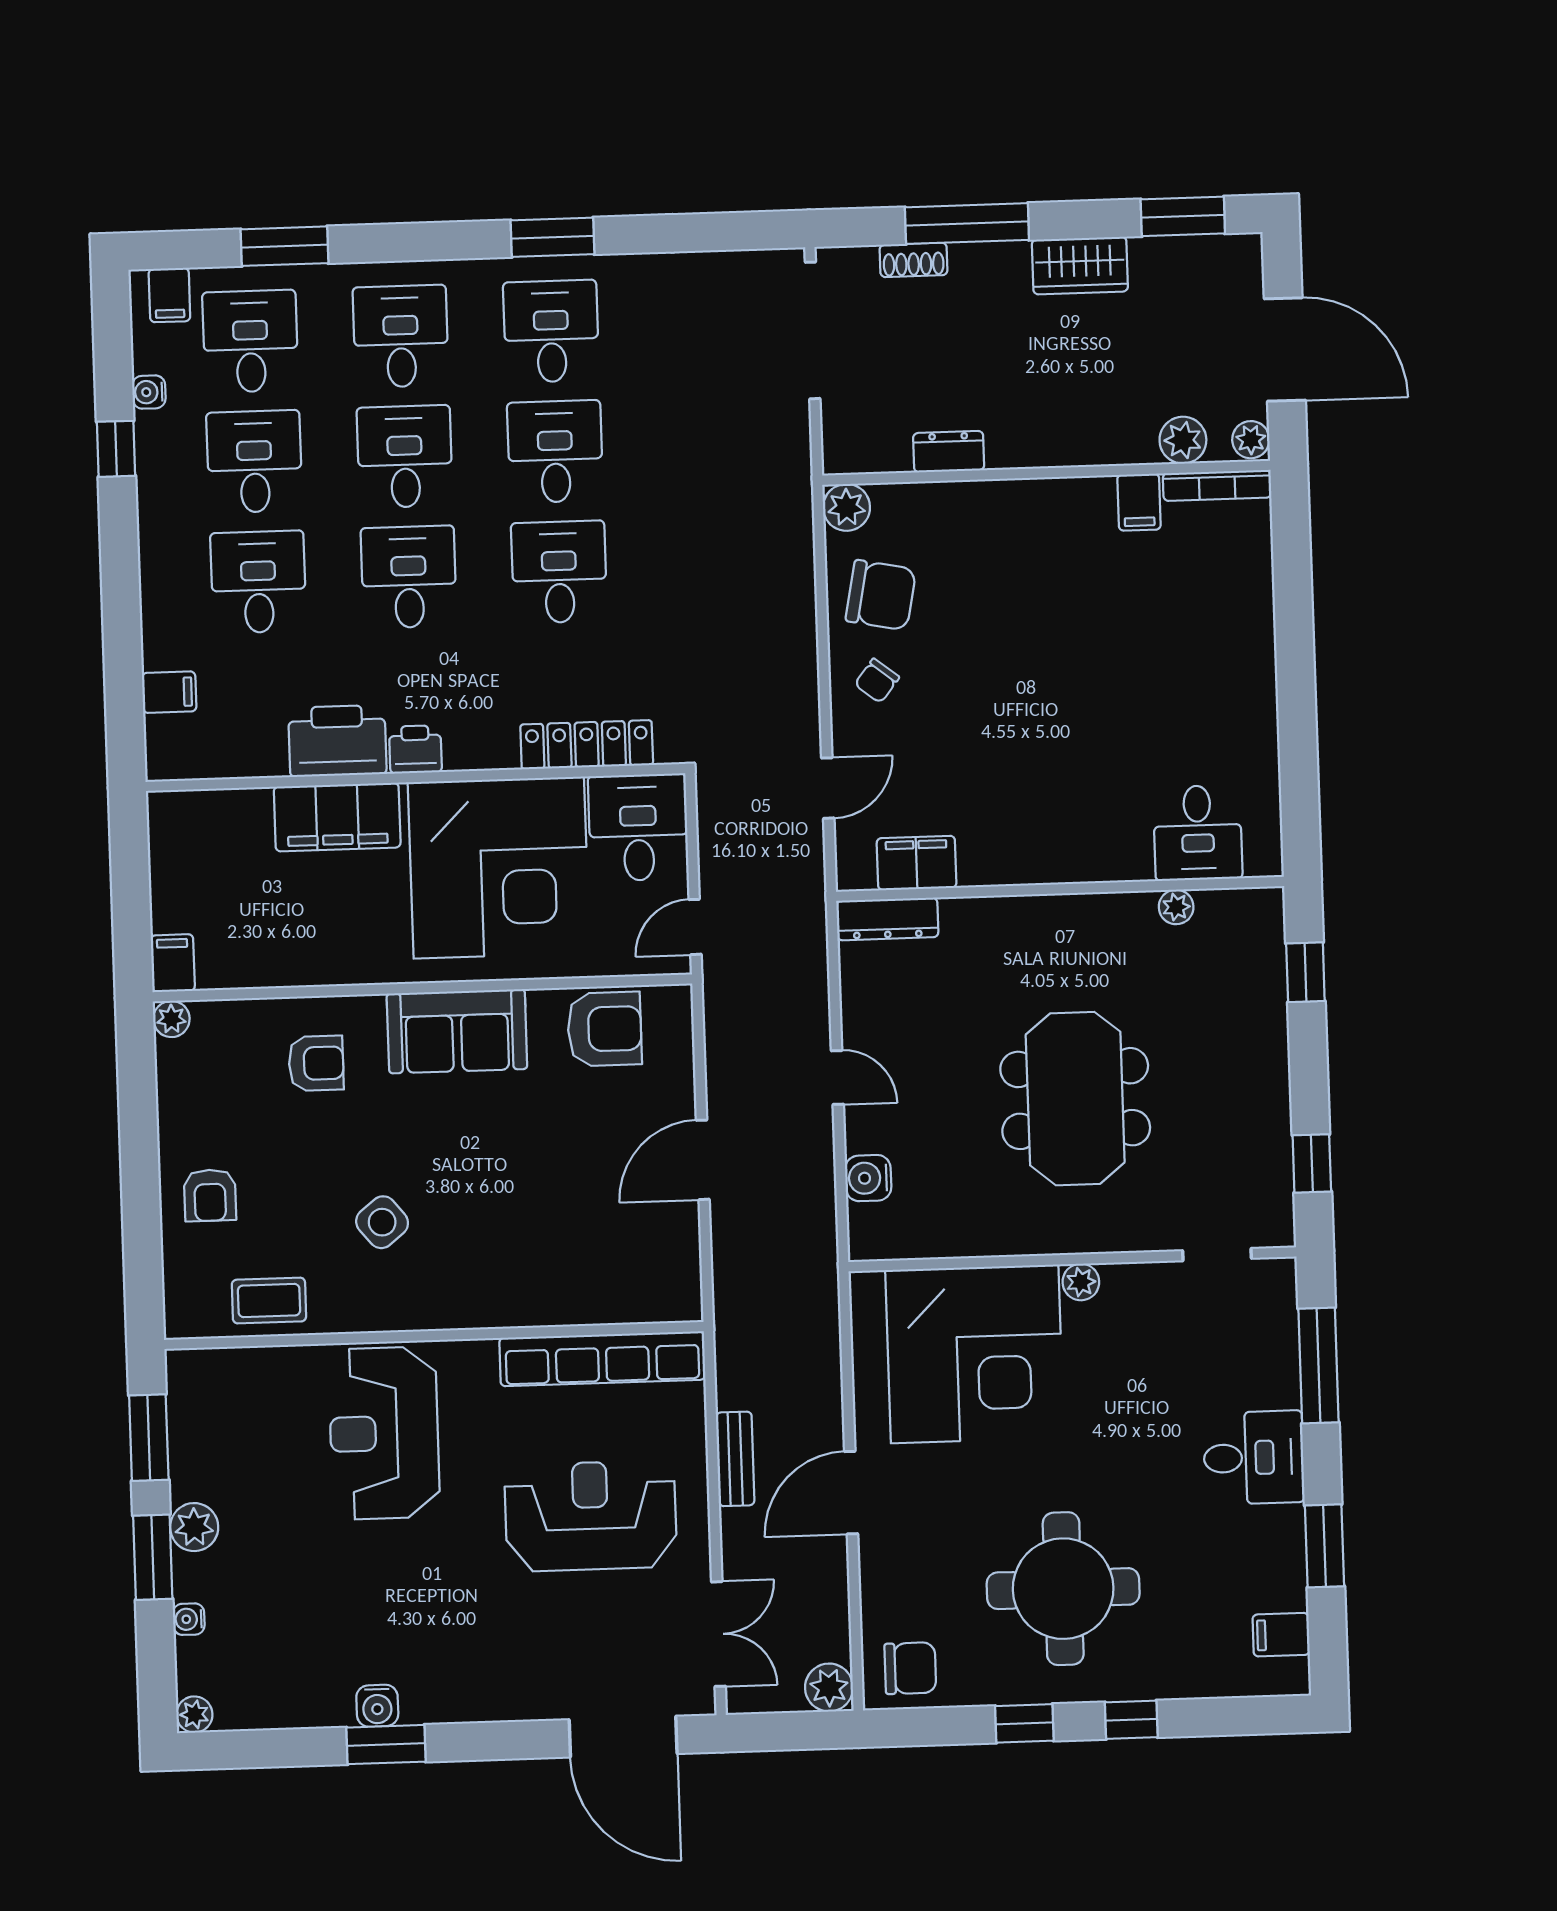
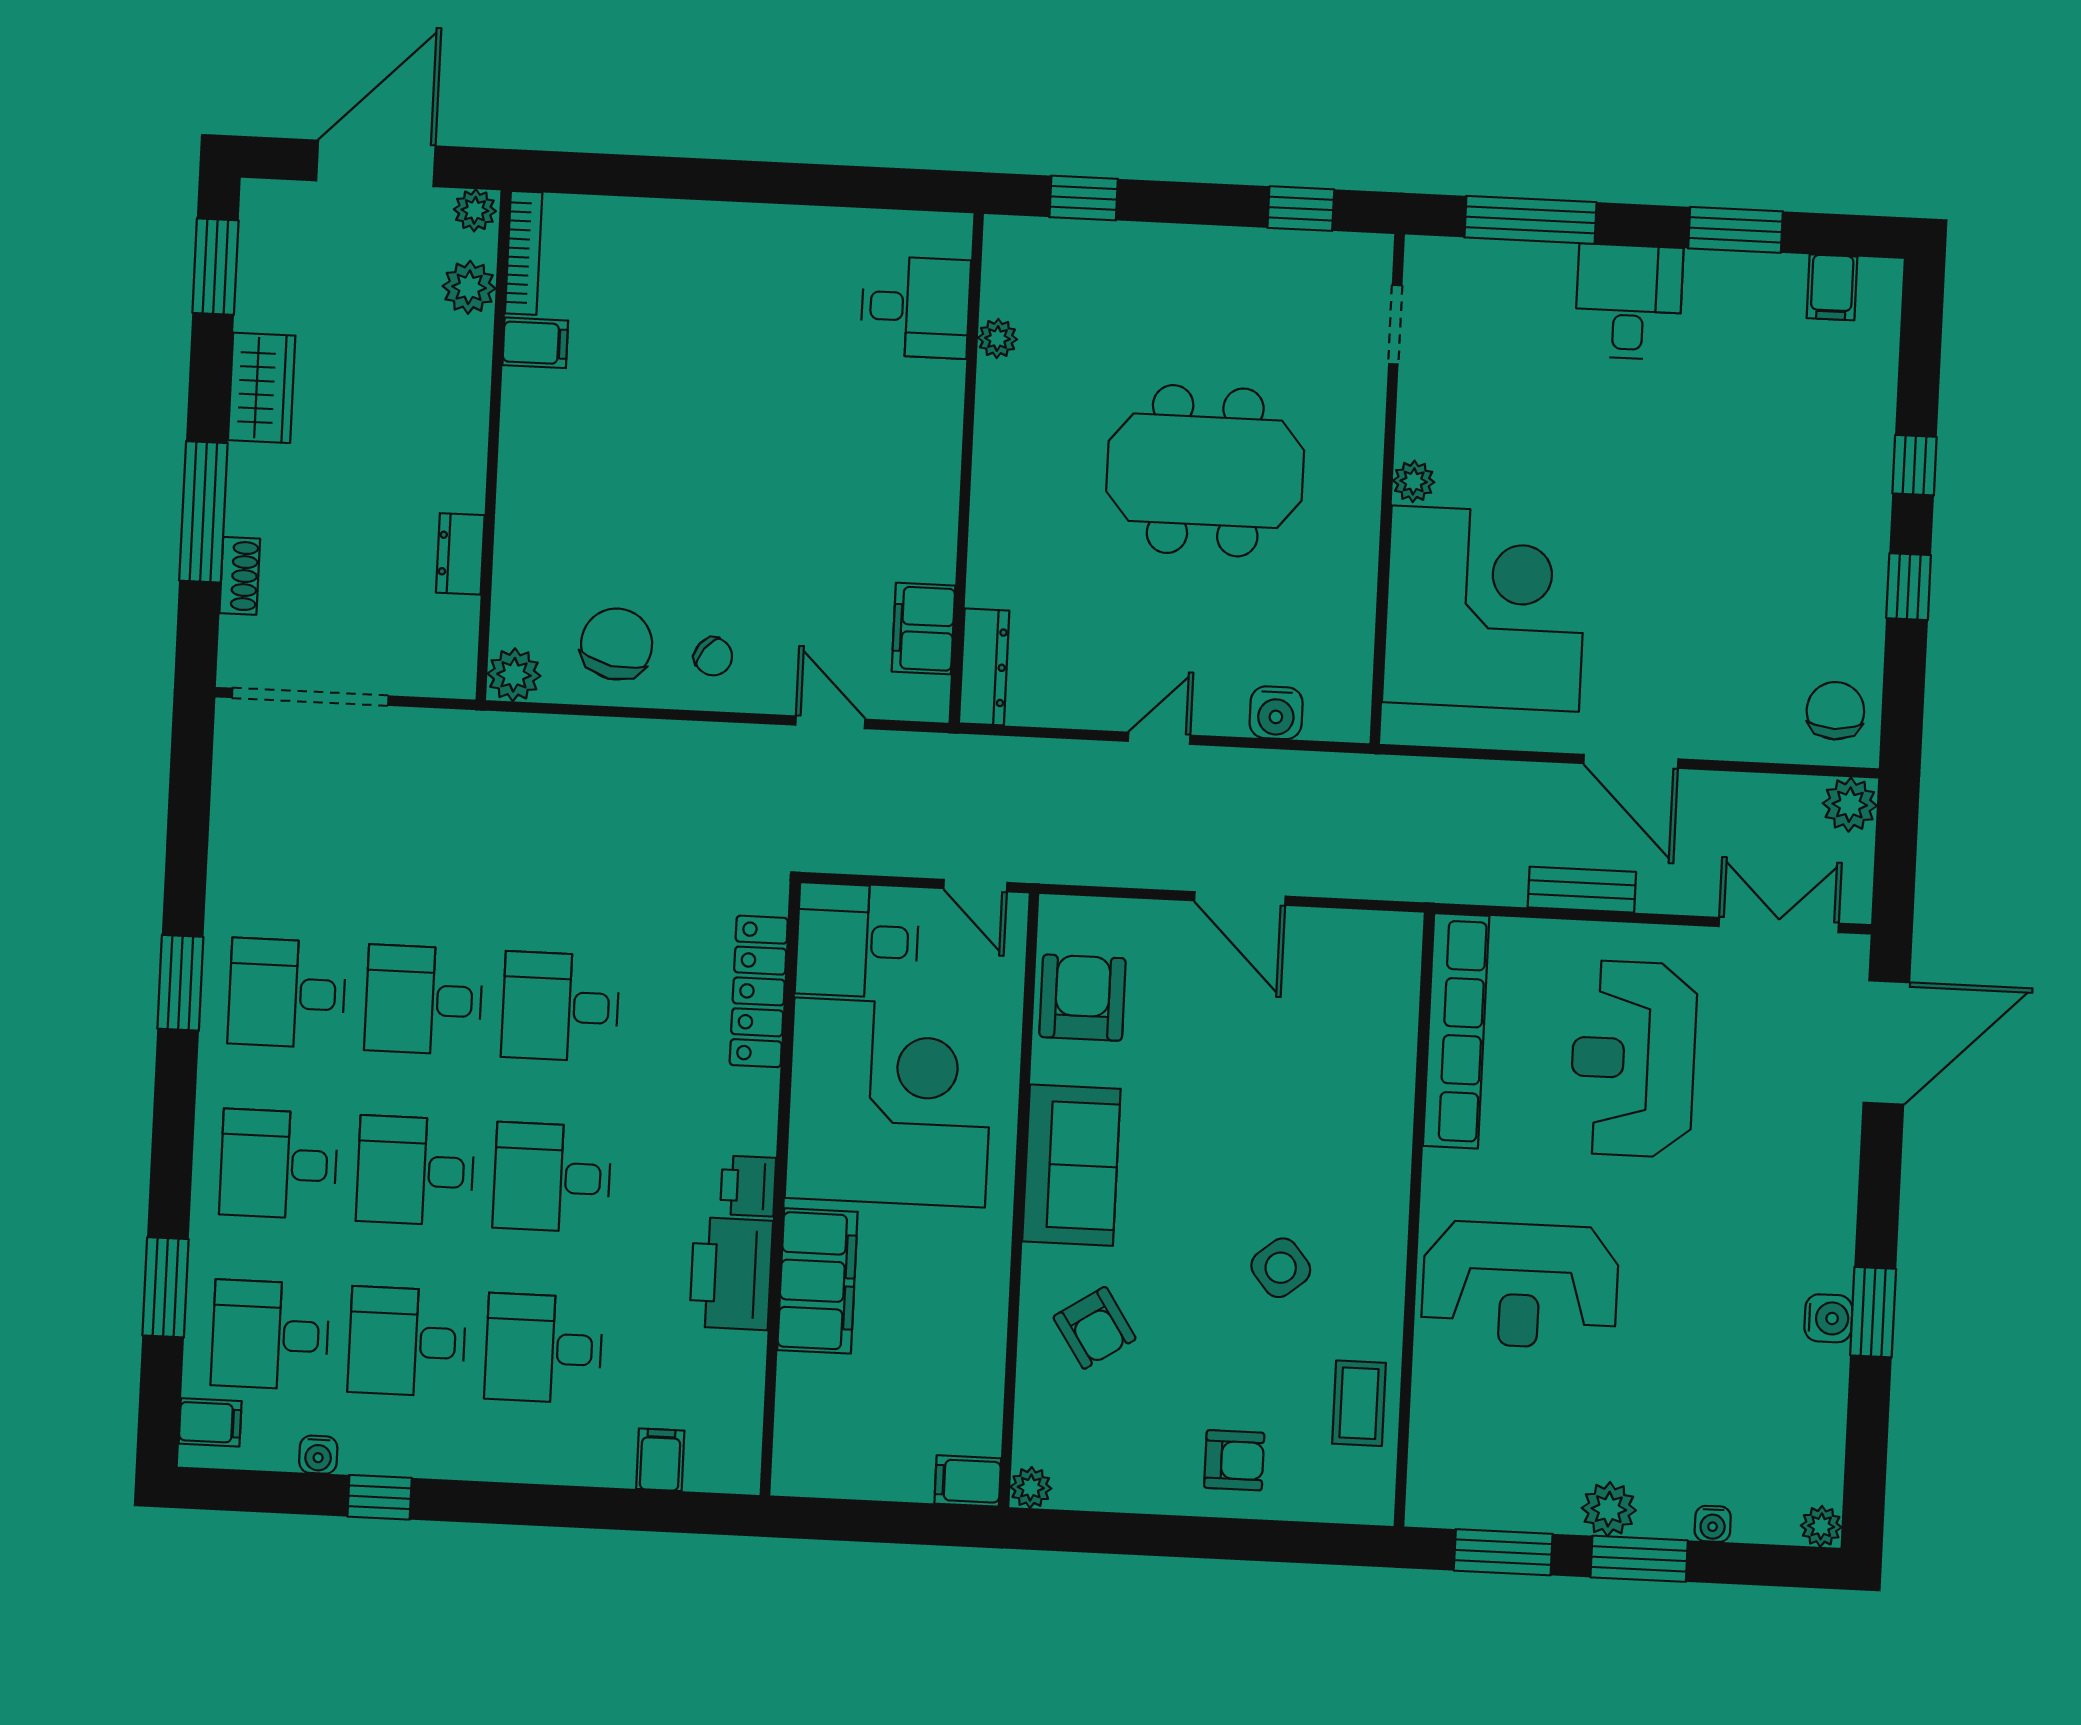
armchair: (316, 1063) -> (1095, 1328), turned 147
round table: (1063, 1589) -> (1760, 530), removed

